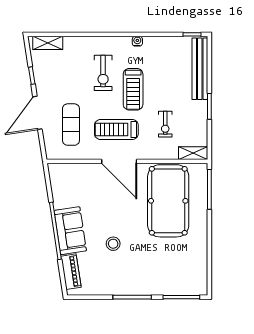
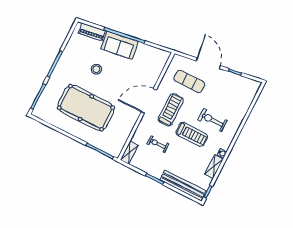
shelving: (48, 43) -> (214, 167), moved
treadmill: (133, 89) -> (192, 134), turned 180
pool table: (168, 201) -> (86, 108), moved

